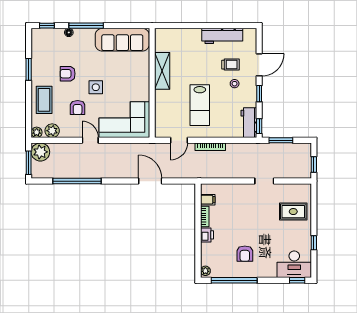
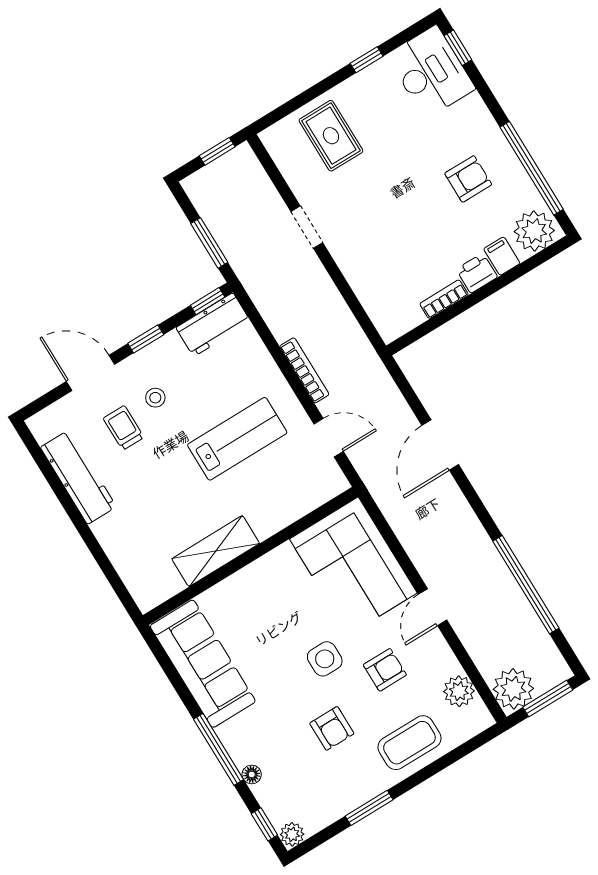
plant: (37, 132) -> (292, 834), moved
filing cabinet: (208, 200) -> (502, 256), moved
plant: (205, 271) -> (534, 231), width x1.87, depth x1.87

